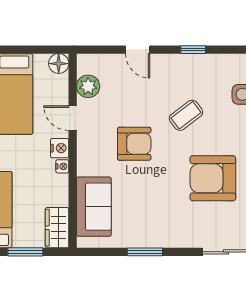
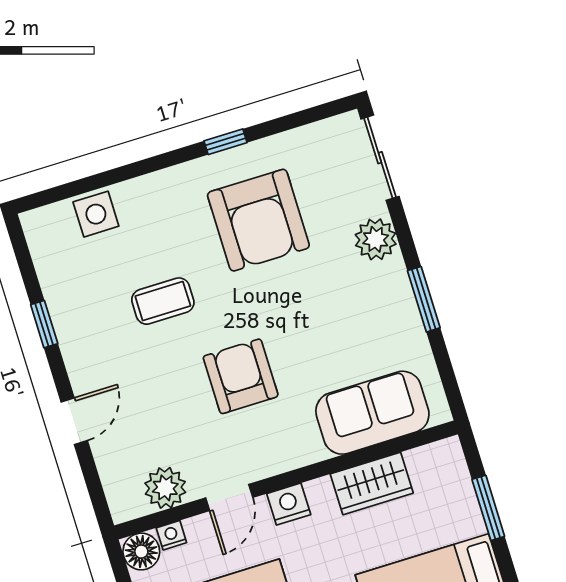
coffee table: (186, 115) -> (163, 301), turned -53
nightstand: (62, 166) -> (171, 535), moved
wardrobe: (57, 228) -> (372, 483), moved
plant: (184, 236) -> (376, 239), added

